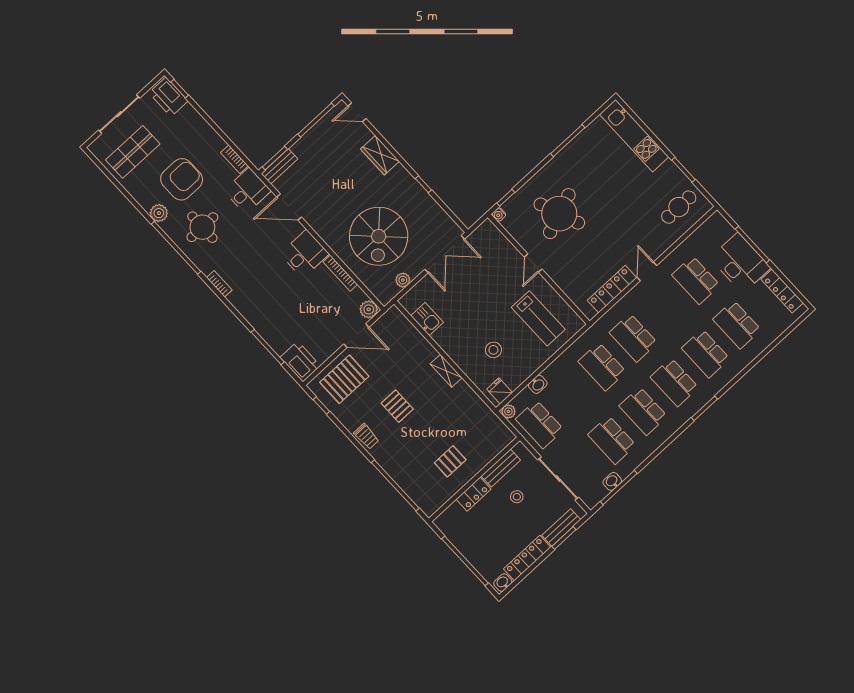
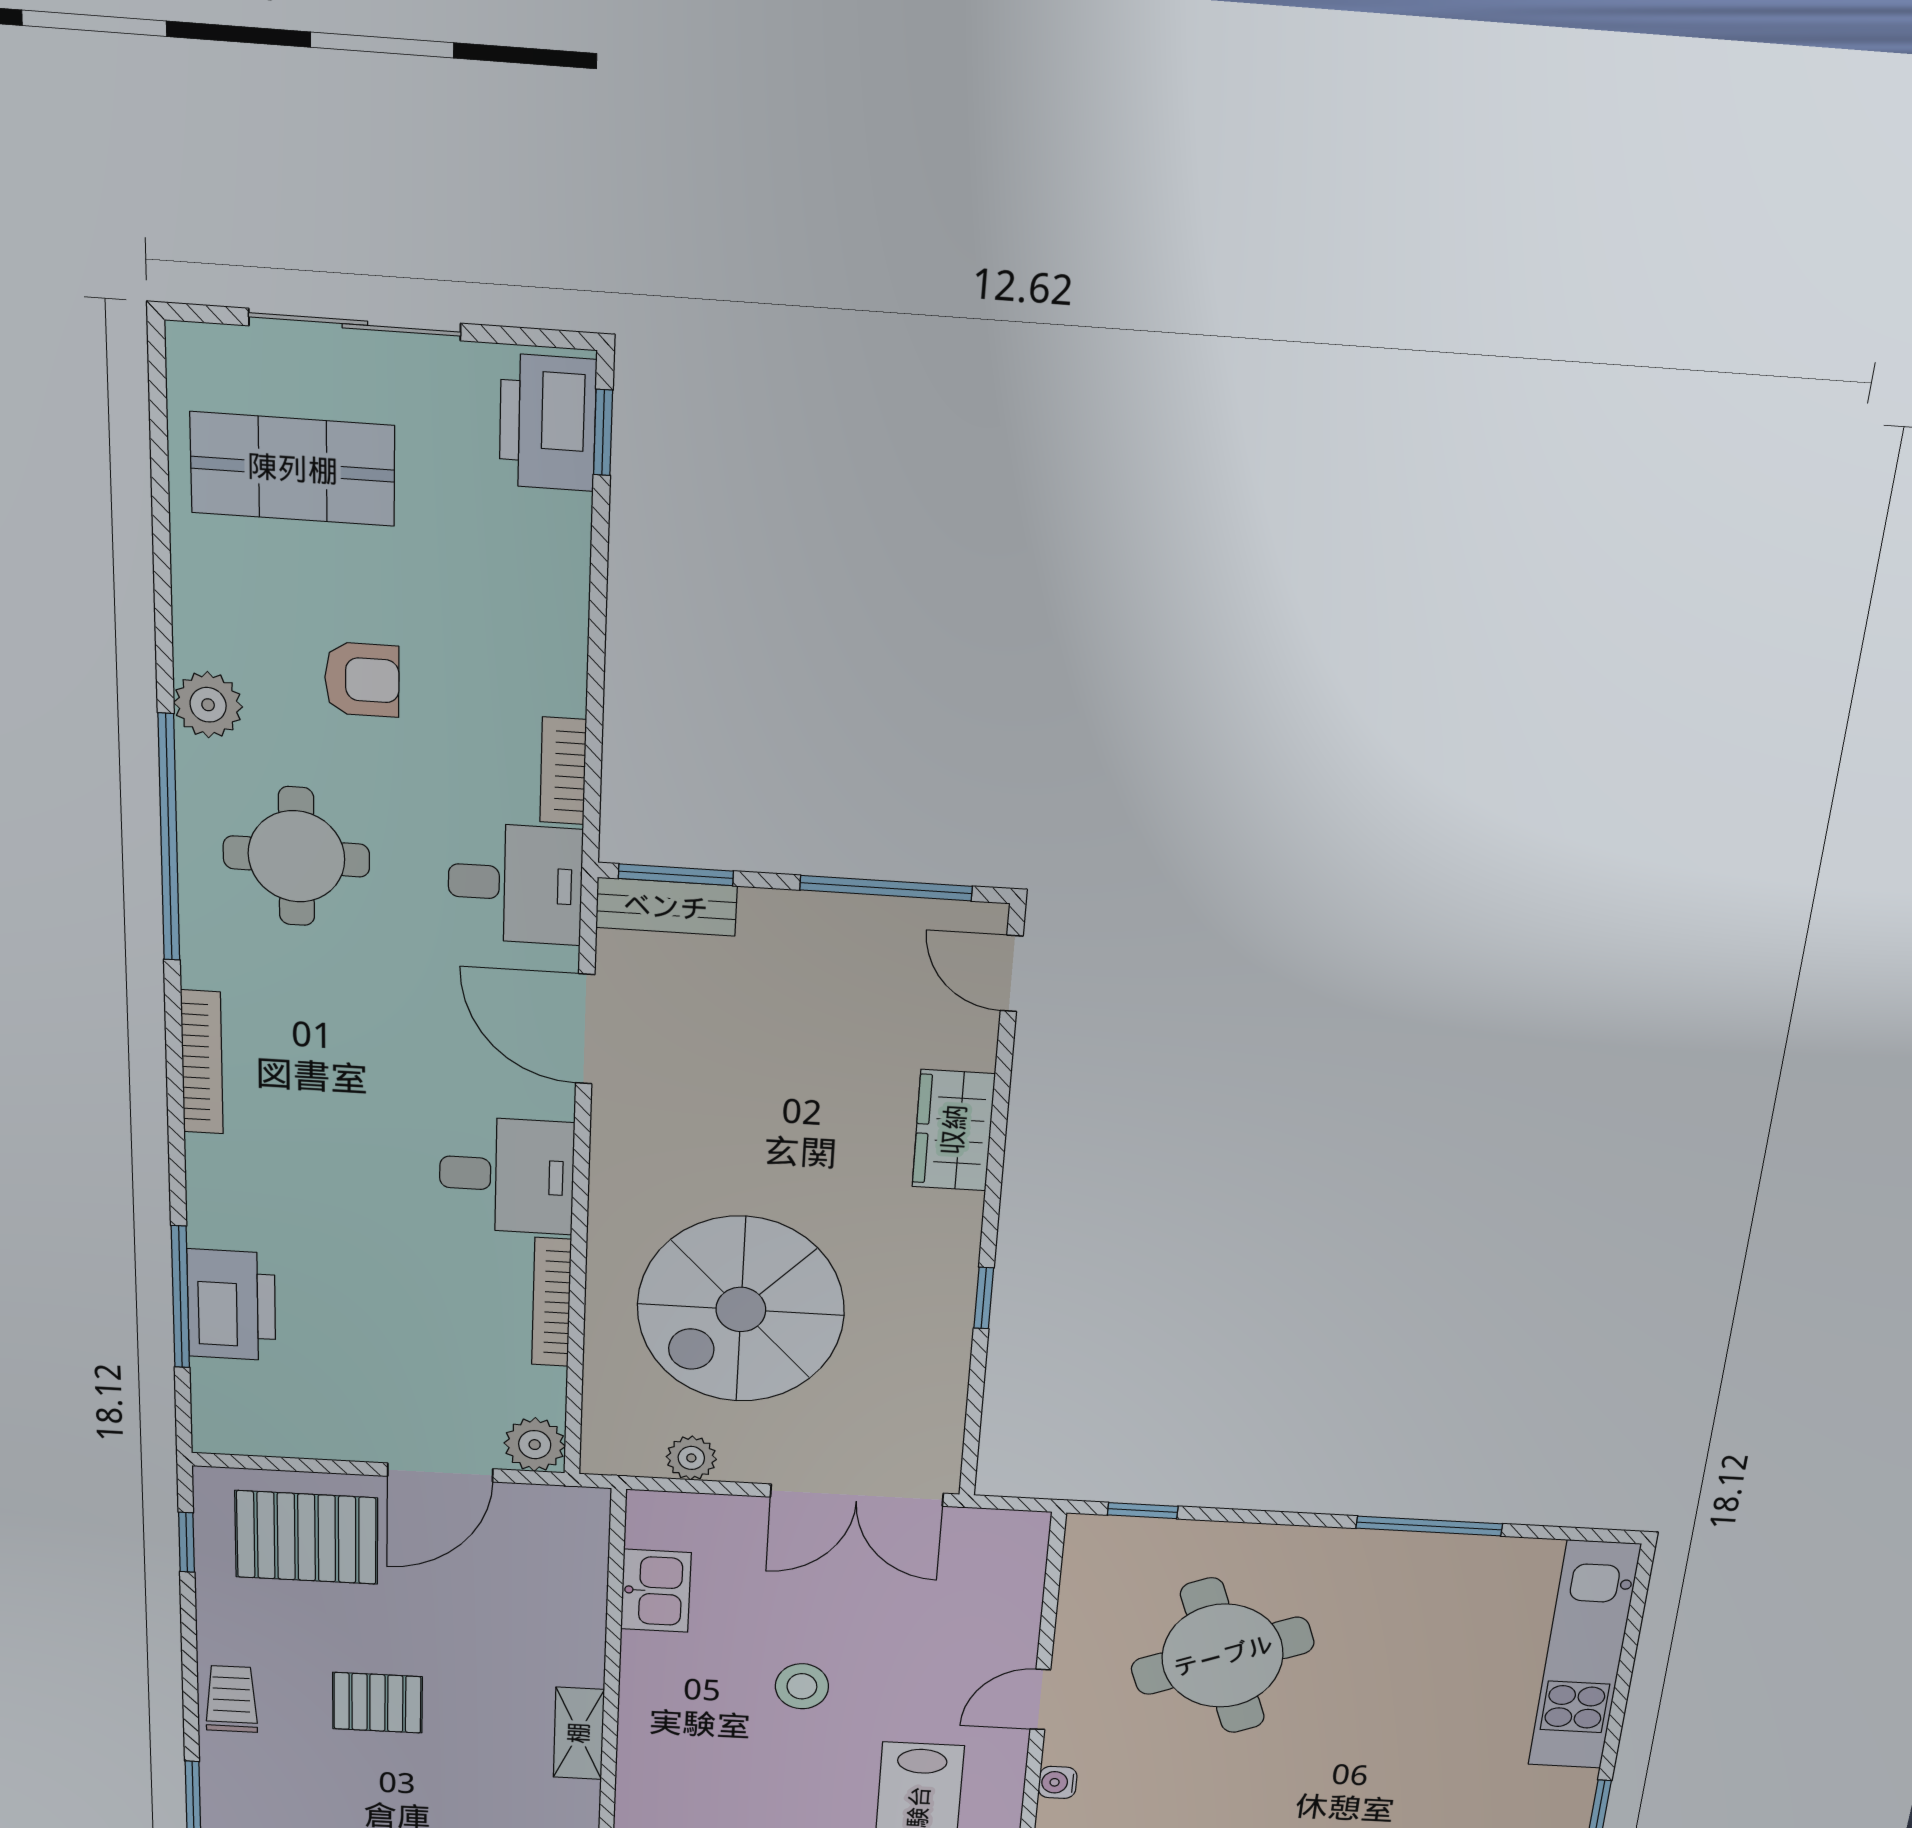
armchair: (182, 179) -> (362, 680), width x0.53, depth x0.53
water cooler: (499, 215) -> (1058, 1782), moved
bookcase: (219, 284) -> (202, 1062), width x1.56
door: (356, 336) -> (440, 1473), hinge flipped
stool: (493, 350) -> (802, 1686), moved
printer: (300, 362) -> (231, 1305), moved
pallet: (397, 406) -> (377, 1703), turned 90
trolley: (366, 436) -> (231, 1699), turned 180

